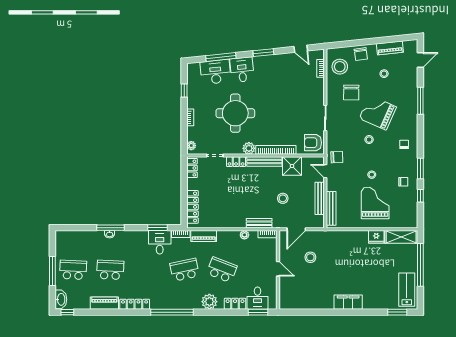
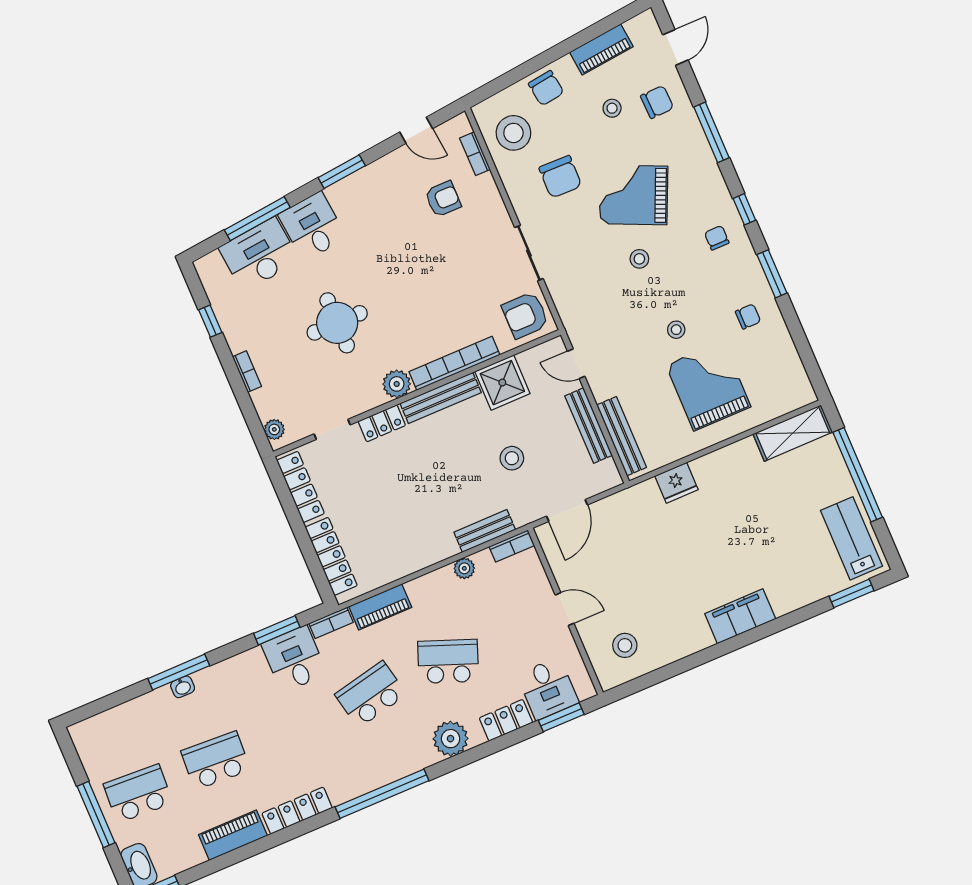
armchair: (300, 81) -> (443, 199), added
round table: (235, 113) -> (337, 323), width x0.73, depth x0.73
chair: (337, 157) -> (657, 102), moved
locker: (192, 168) -> (300, 487), width x1.53
window: (420, 196) -> (744, 209), moved
fridge: (376, 237) -> (676, 483), moved
stool: (310, 257) -> (625, 645), moved

